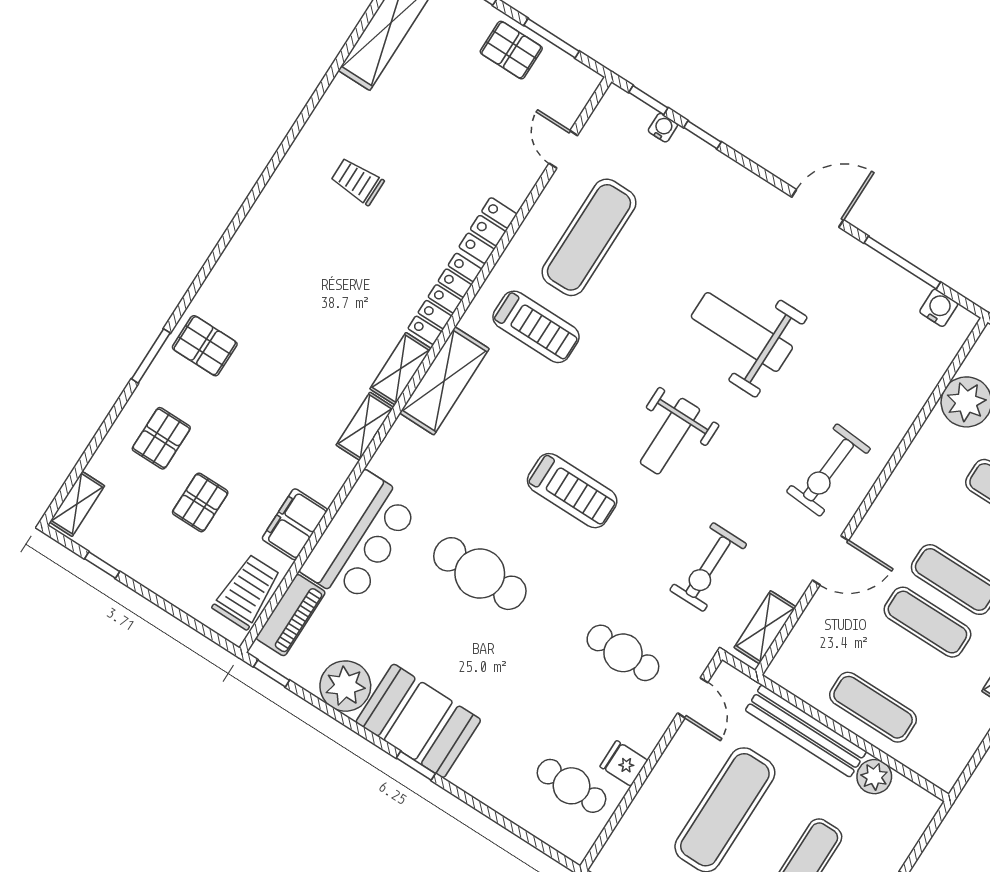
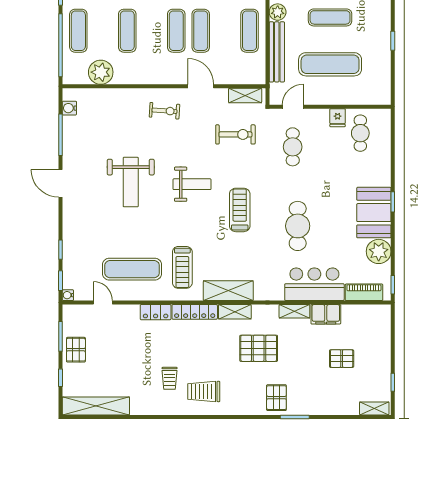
water cooler: (663, 128) -> (68, 295), moved
door: (563, 149) -> (103, 303), swing flipped
treadmill: (536, 327) -> (182, 267), turned 180
shelving: (365, 426) -> (294, 311), moved
pallet: (161, 438) -> (259, 348), moved, width x1.50, depth x1.42
exercise bike: (828, 470) -> (164, 111), width x0.73, depth x0.72
trolley: (247, 592) -> (204, 391), moved

